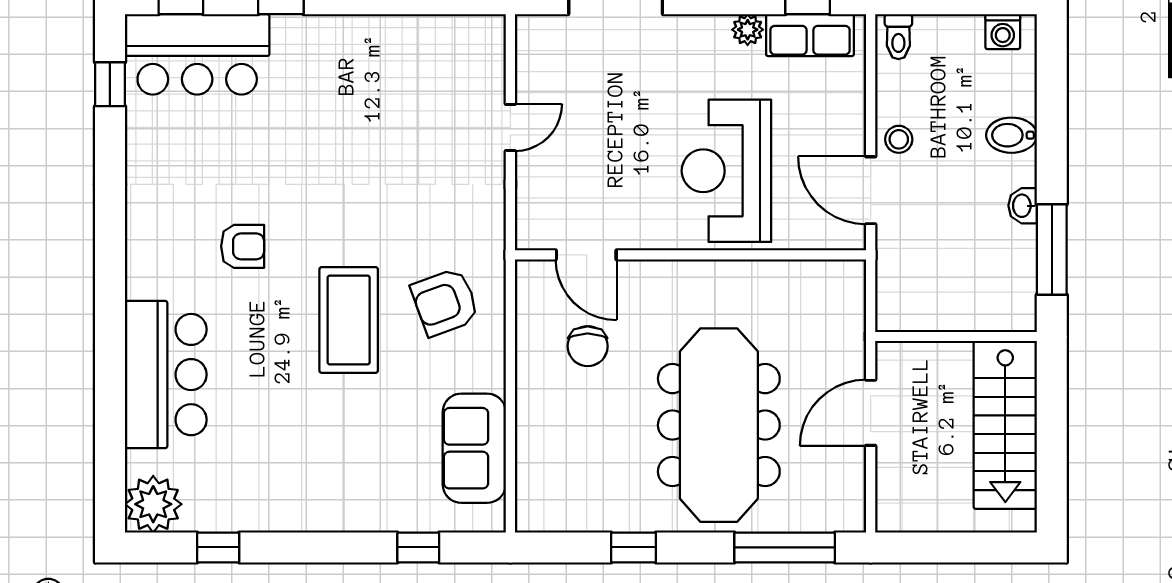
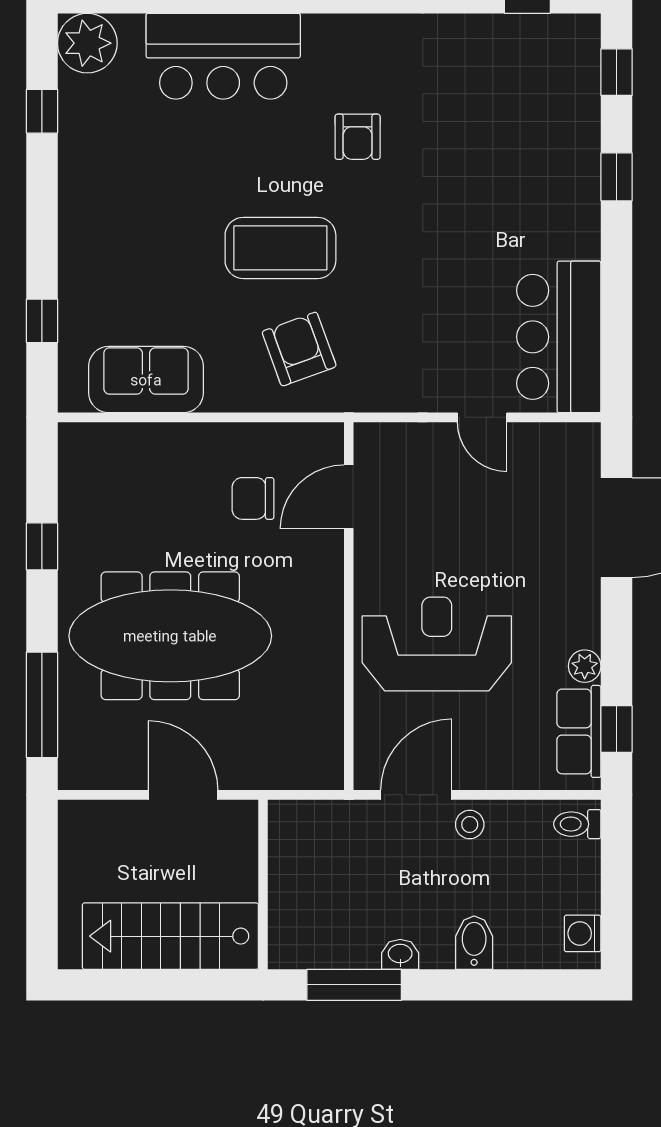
bar counter: (197, 54) -> (559, 337), moved

